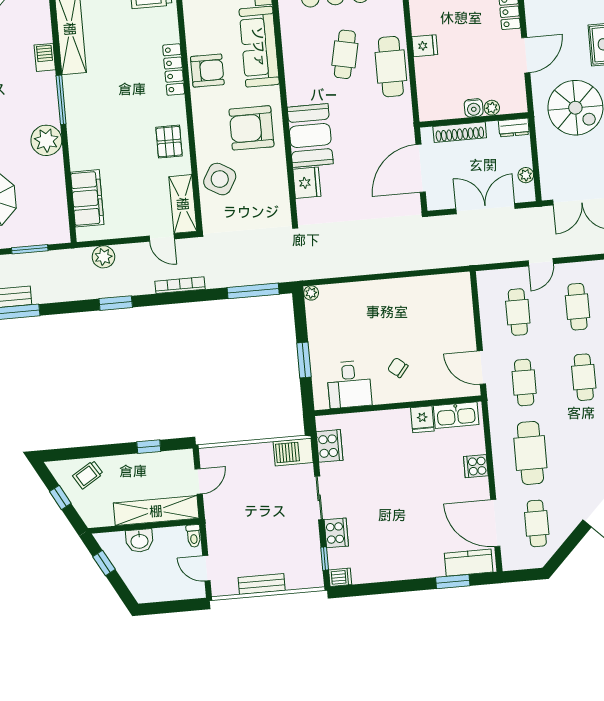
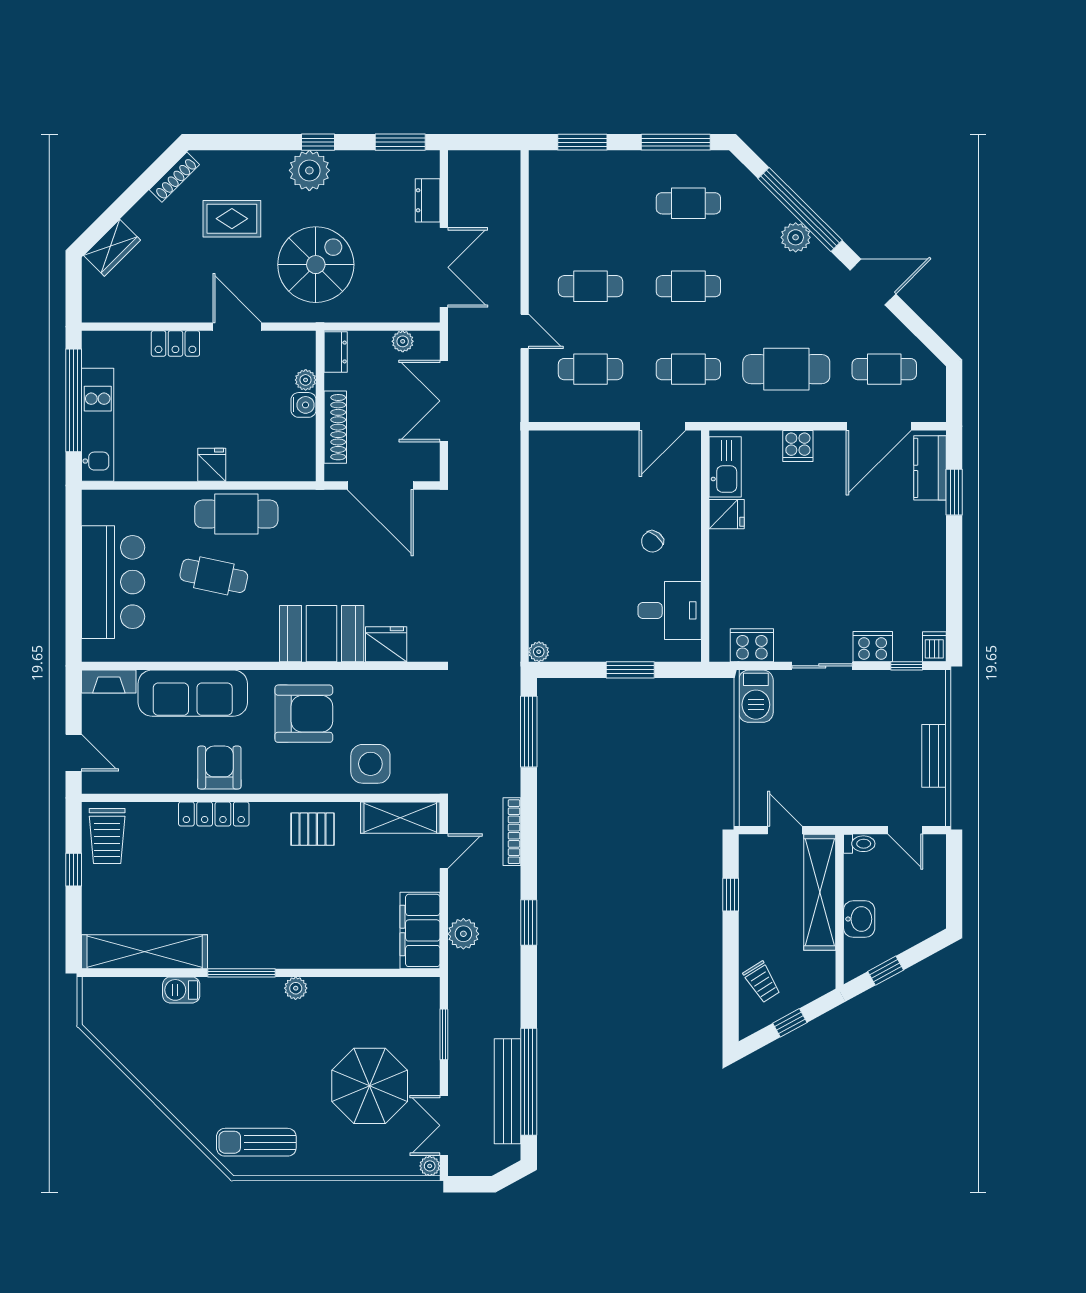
armchair: (251, 128) -> (304, 714), turned -90
plant: (46, 140) -> (296, 988), width x0.53, depth x0.53
side table: (220, 179) -> (370, 764), turned -30
filing cabinet: (87, 198) -> (420, 930), moved, turned -90
door: (206, 568) -> (905, 830), hinge flipped

